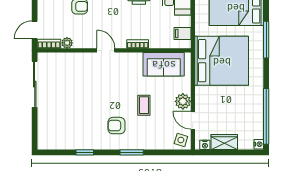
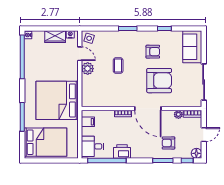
door: (35, 30) -> (204, 135), moved
door: (106, 50) -> (148, 109), width x1.87
sofa: (164, 64) -> (192, 47), moved, turned -90
armchair: (92, 86) -> (159, 81), added
armchair: (116, 126) -> (153, 52), moved

